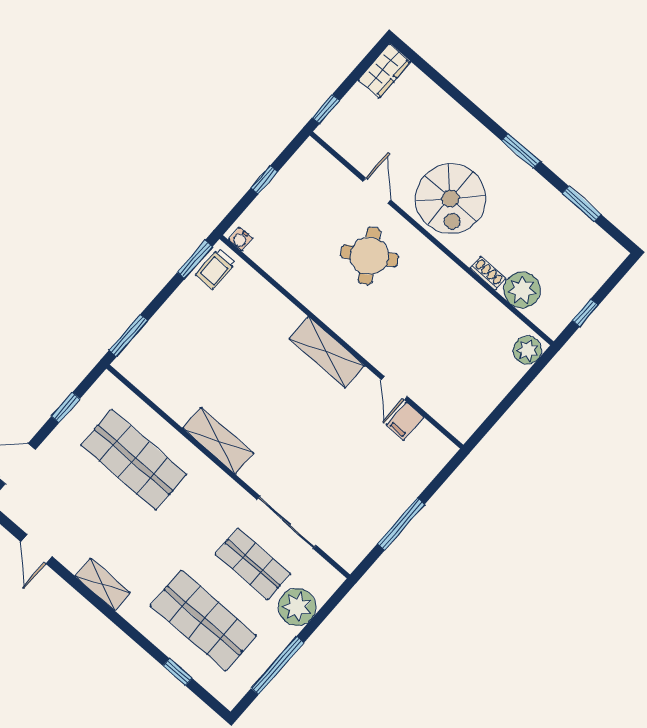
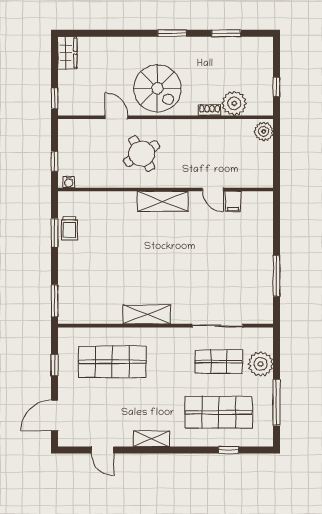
water cooler: (241, 239) -> (69, 182), moved
wall: (341, 342) -> (166, 189), moved
shelving: (327, 352) -> (163, 201), moved
door: (394, 388) -> (213, 189), moved
filing cabinet: (405, 421) -> (233, 202), moved

